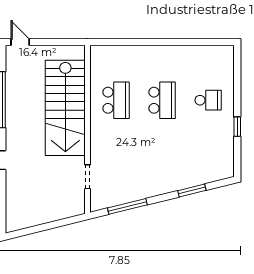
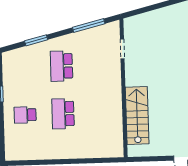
school desk: (116, 100) -> (61, 66), moved
stairs: (65, 108) -> (137, 116), width x0.73, depth x0.66

